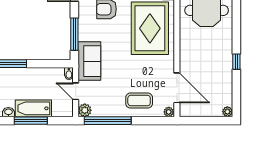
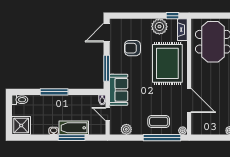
door: (177, 88) -> (189, 101), moved
plant: (85, 110) -> (126, 129), moved
window: (108, 121) -> (162, 138), moved

